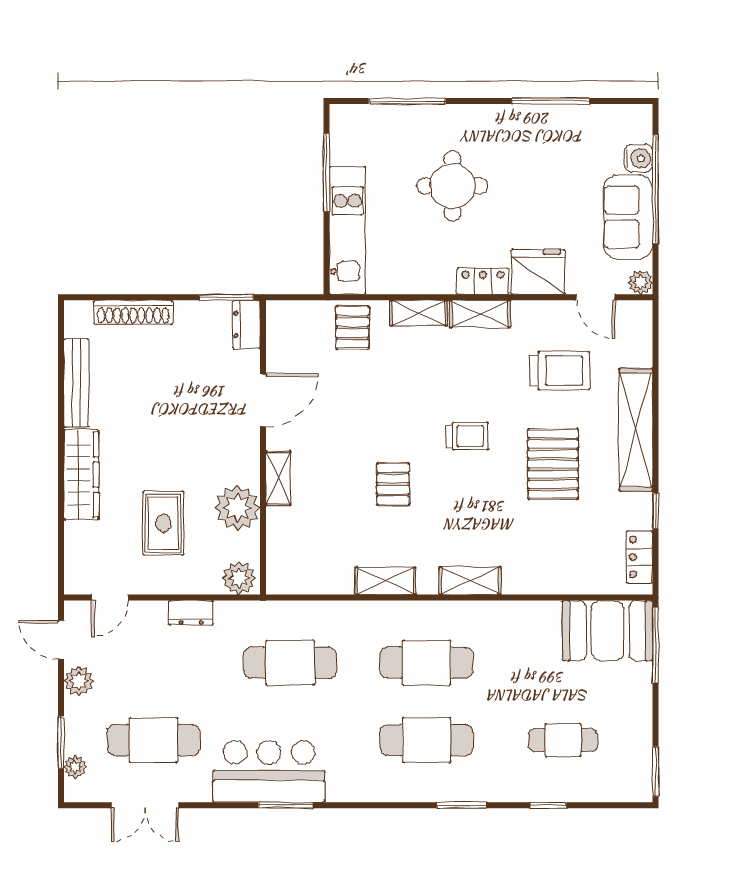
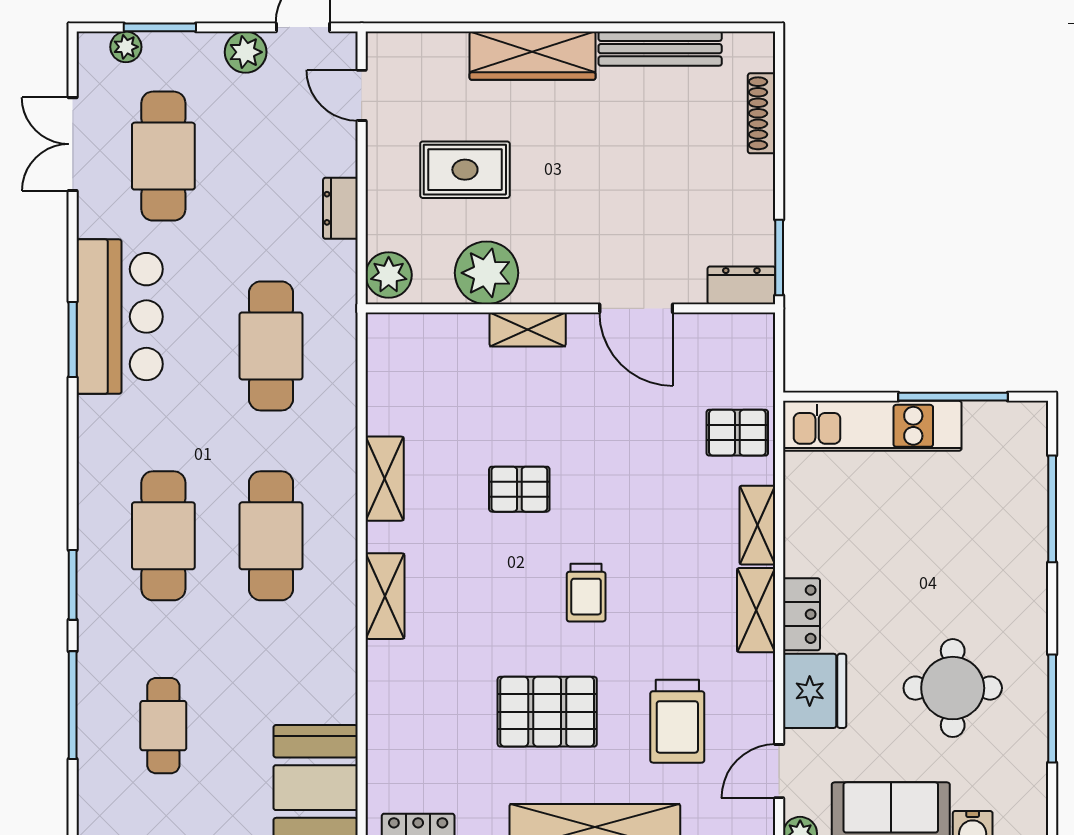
round table: (452, 186) -> (953, 688), moved
shoe rack: (133, 312) -> (762, 113), width x0.74, depth x0.81
window: (548, 805) -> (73, 705), width x2.17

